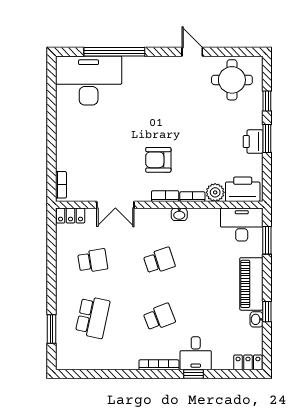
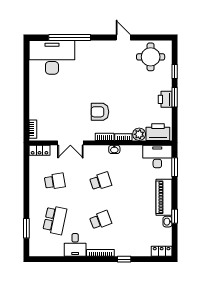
desk: (196, 353) -> (75, 245), moved

